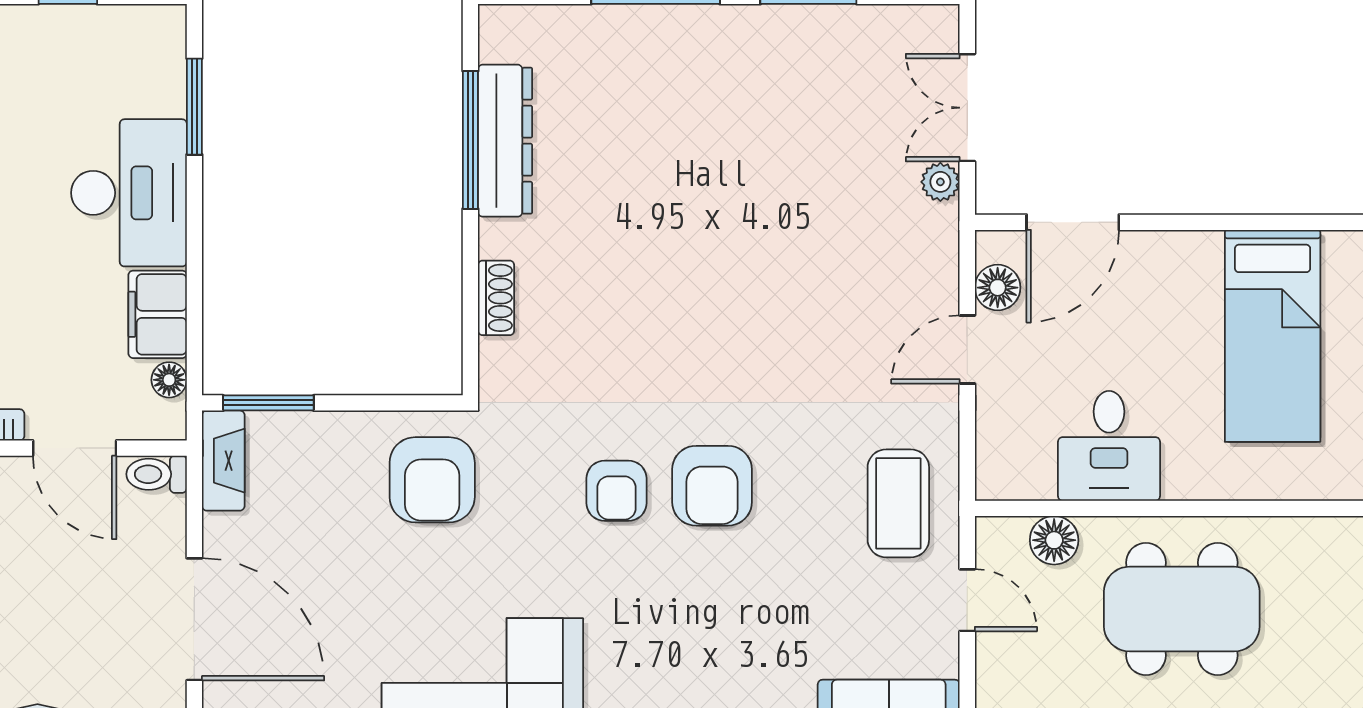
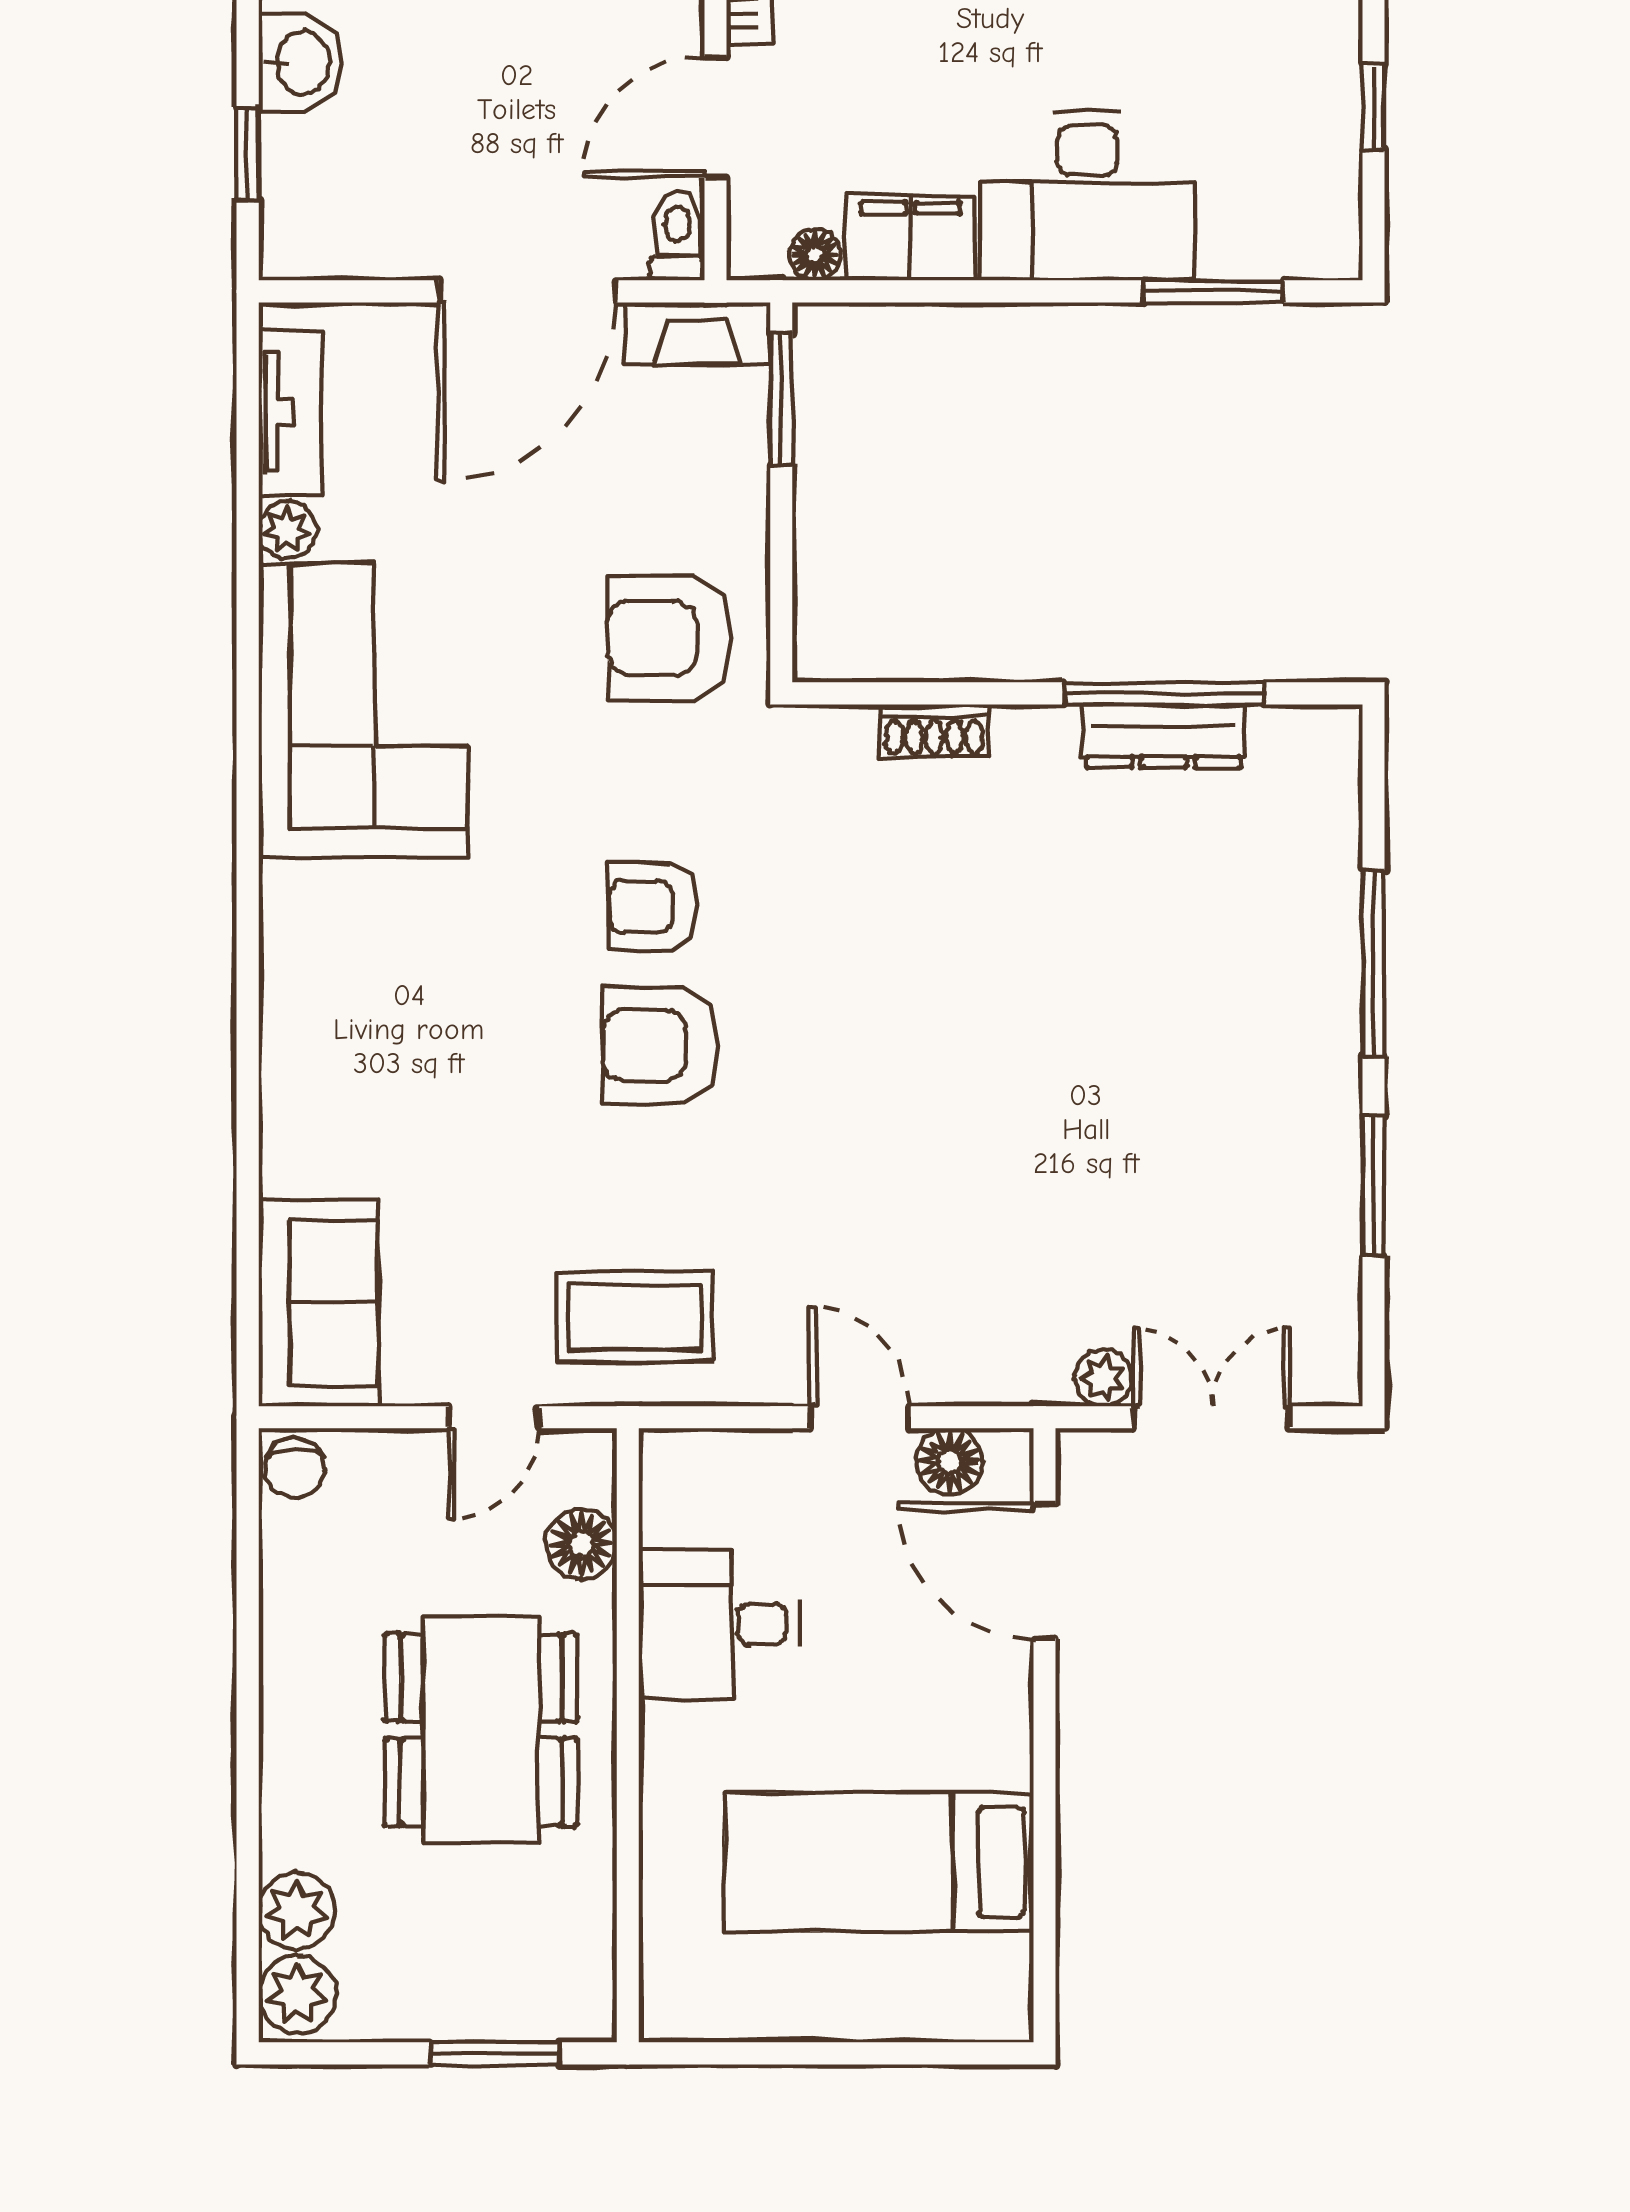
dresser: (505, 141) -> (1163, 736), width x0.73, depth x0.80
door: (194, 619) -> (527, 291), moved

